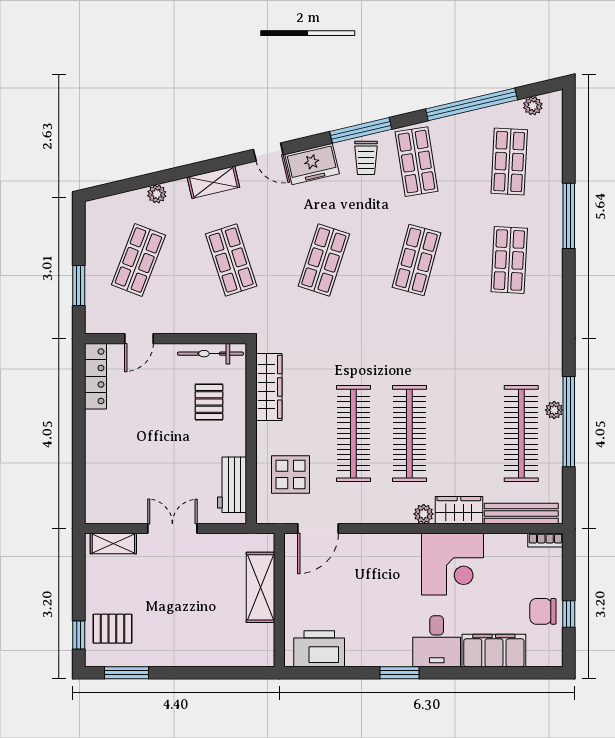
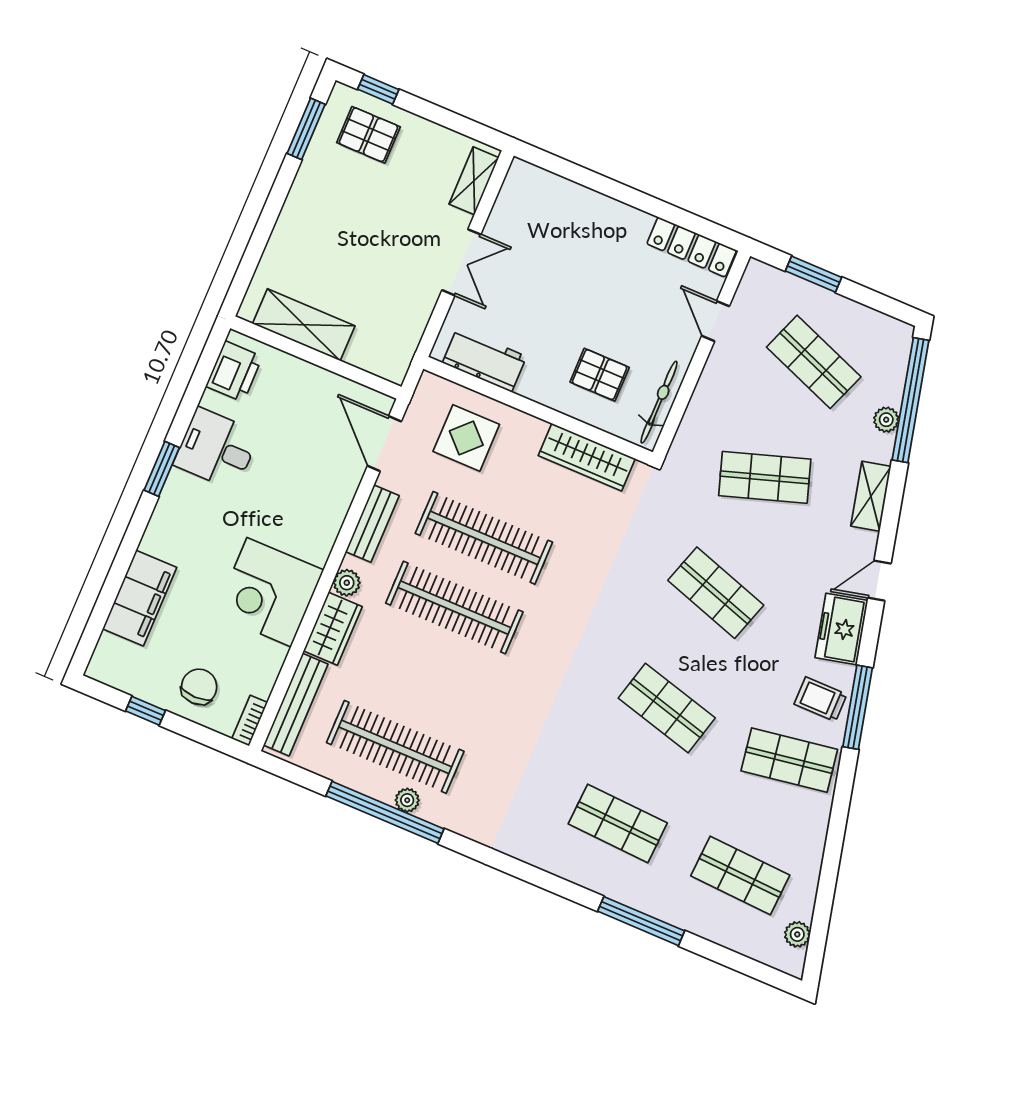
window: (472, 104) -> (911, 400), moved
bench: (376, 514) -> (372, 524), added
shelving: (260, 587) -> (304, 325), moved
chair: (543, 611) -> (199, 687), moved
pallet: (112, 629) -> (368, 135), turned 90
desk: (437, 641) -> (217, 449), moved
printer: (319, 649) -> (234, 371), width x0.73, depth x0.84

